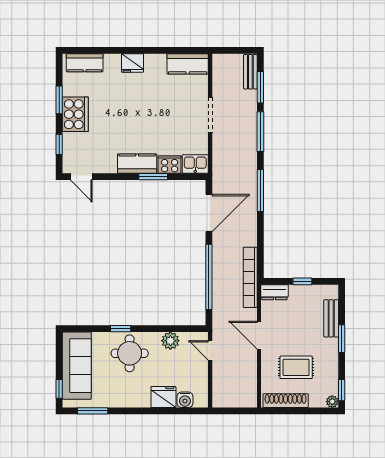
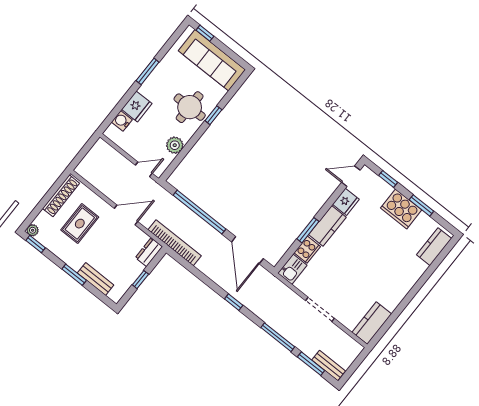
fridge: (132, 63) -> (346, 202), moved, turned 180
window: (260, 190) -> (234, 302), width x0.46
window: (93, 411) -> (148, 71), moved

